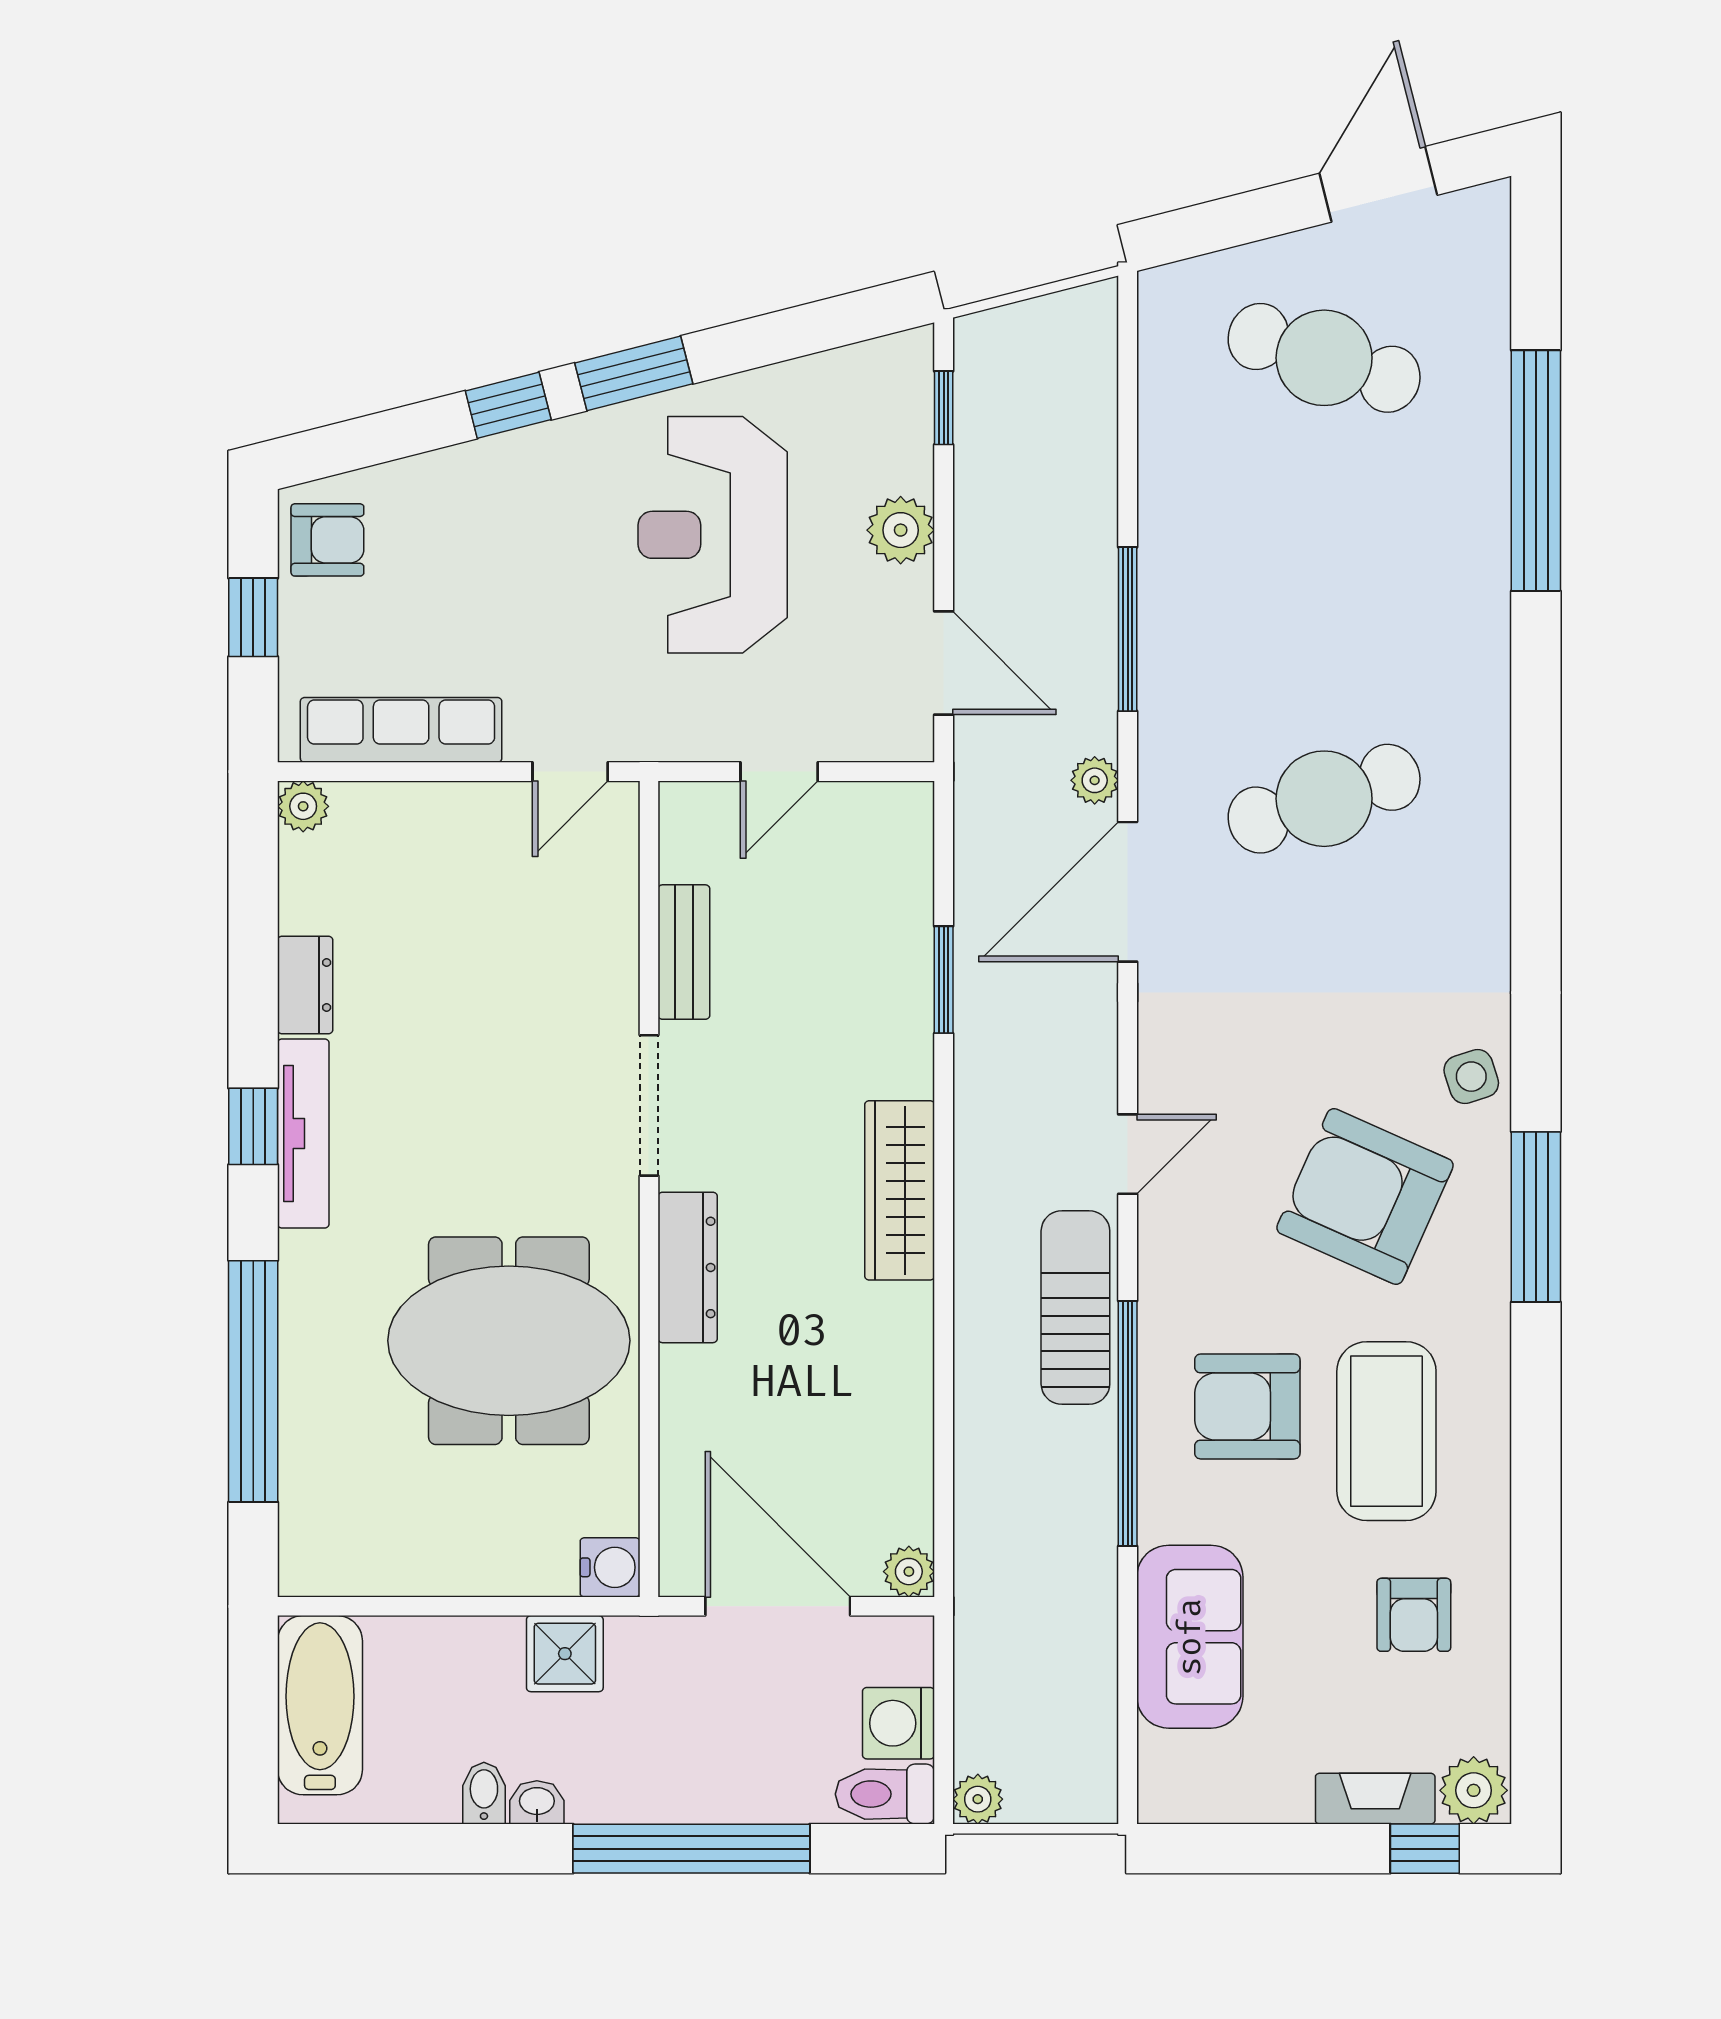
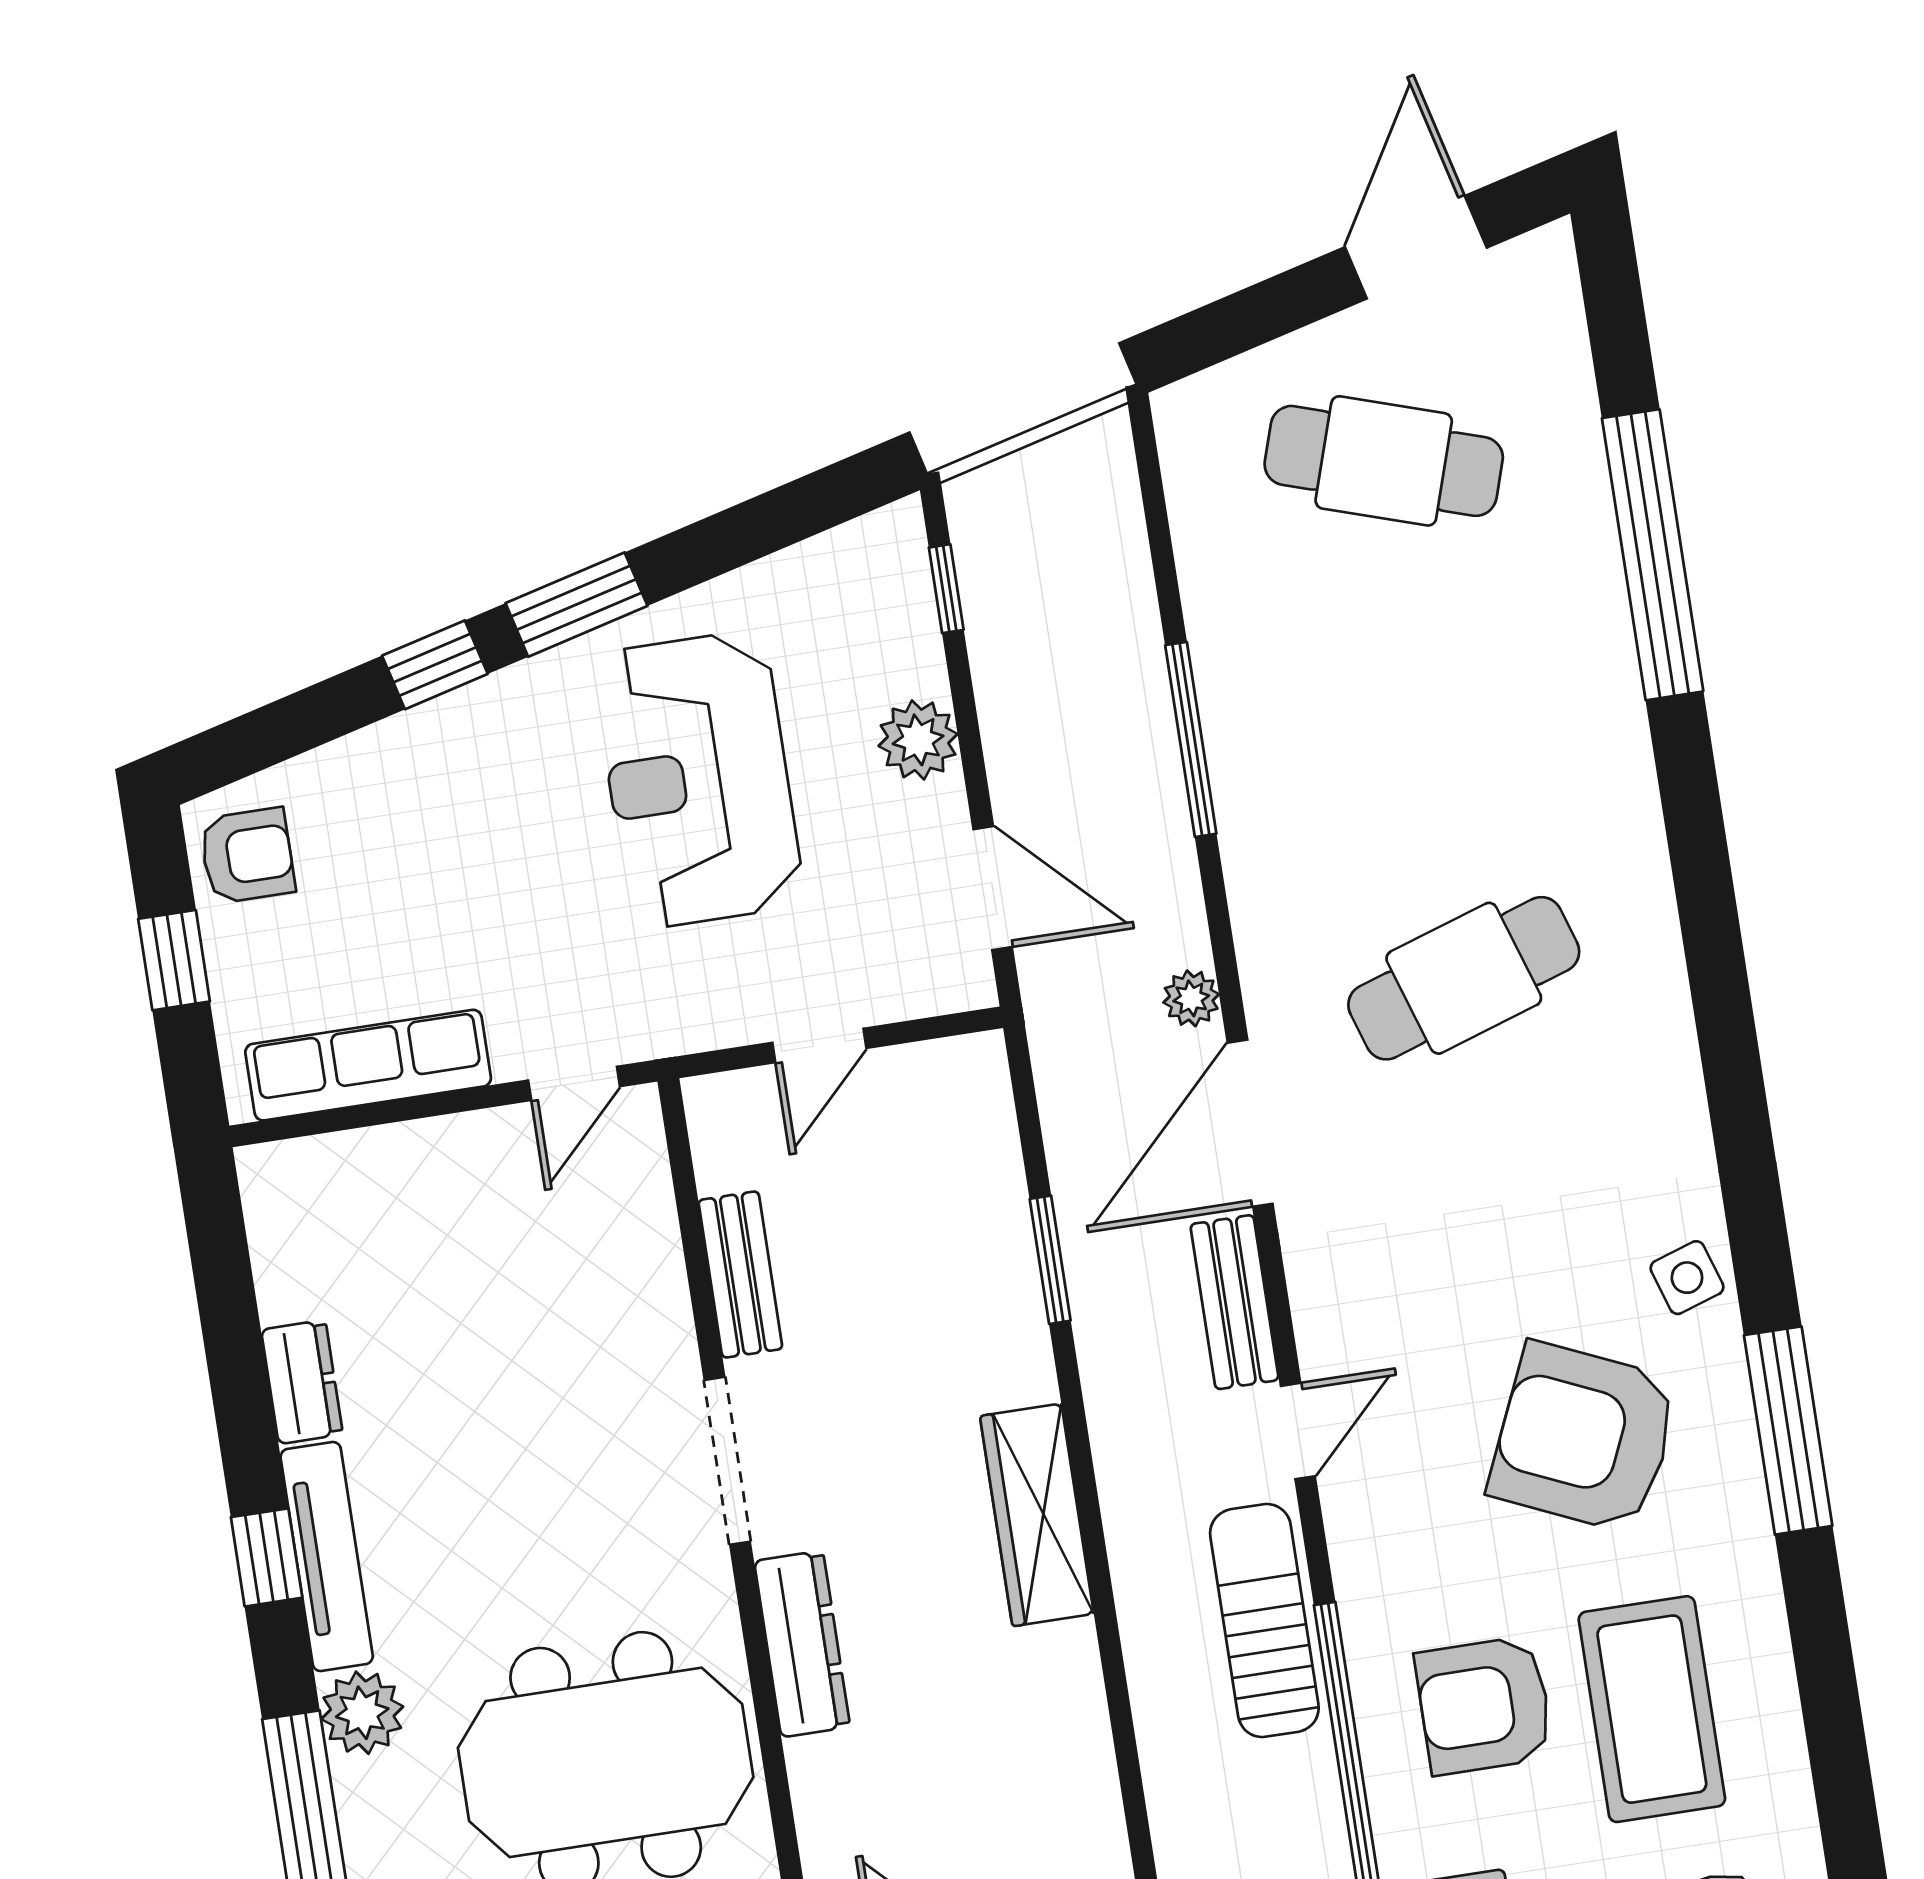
window: (1128, 629) -> (1191, 739), moved
plant: (303, 806) -> (362, 1713), moved, width x1.38, depth x1.38
bench: (1092, 1039) -> (1235, 1302), added

